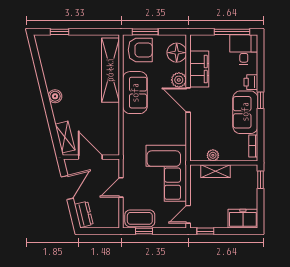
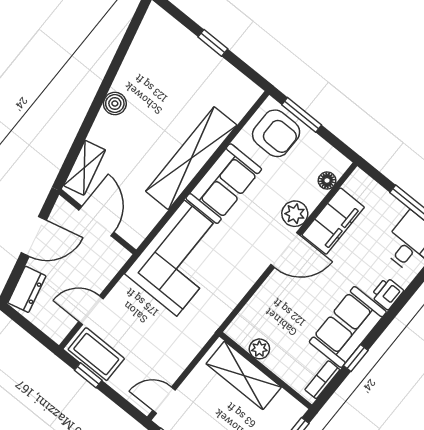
window: (60, 32) -> (213, 43), moved
floor lamp: (177, 53) -> (327, 180), width x0.53, depth x0.53
shelving: (110, 70) -> (191, 158), moved
door: (188, 100) -> (286, 250), swing flipped
window: (261, 100) -> (356, 358), moved
shelving: (215, 171) -> (244, 375), width x1.50, depth x1.33
corner sofa: (166, 173) -> (181, 258), moved, turned 180
door: (121, 187) -> (91, 310), moved

